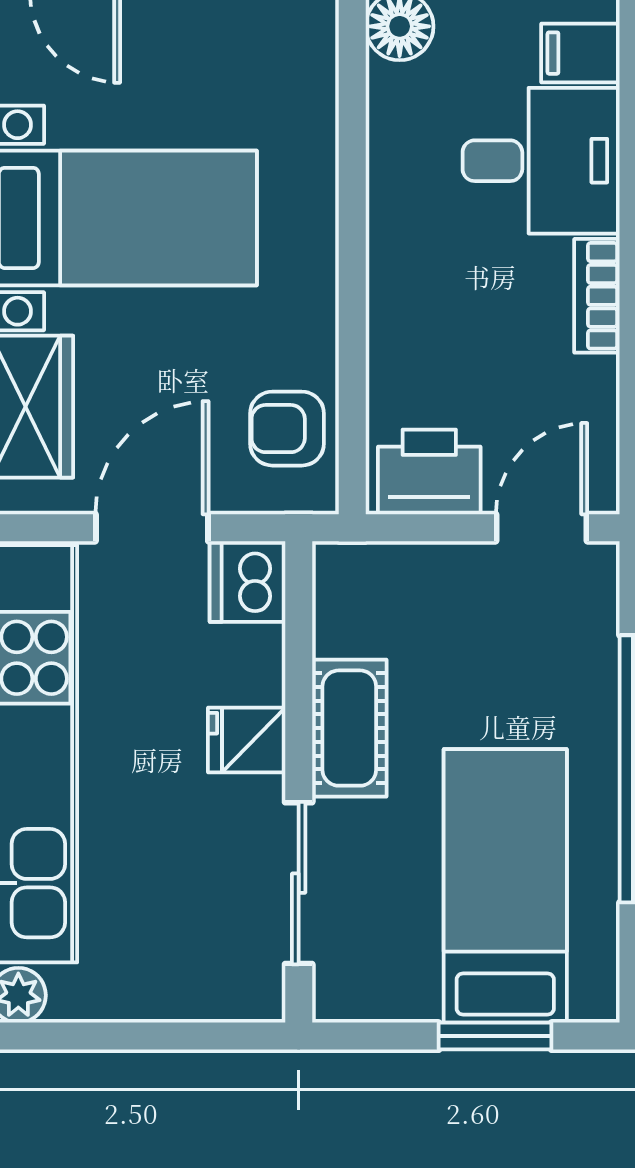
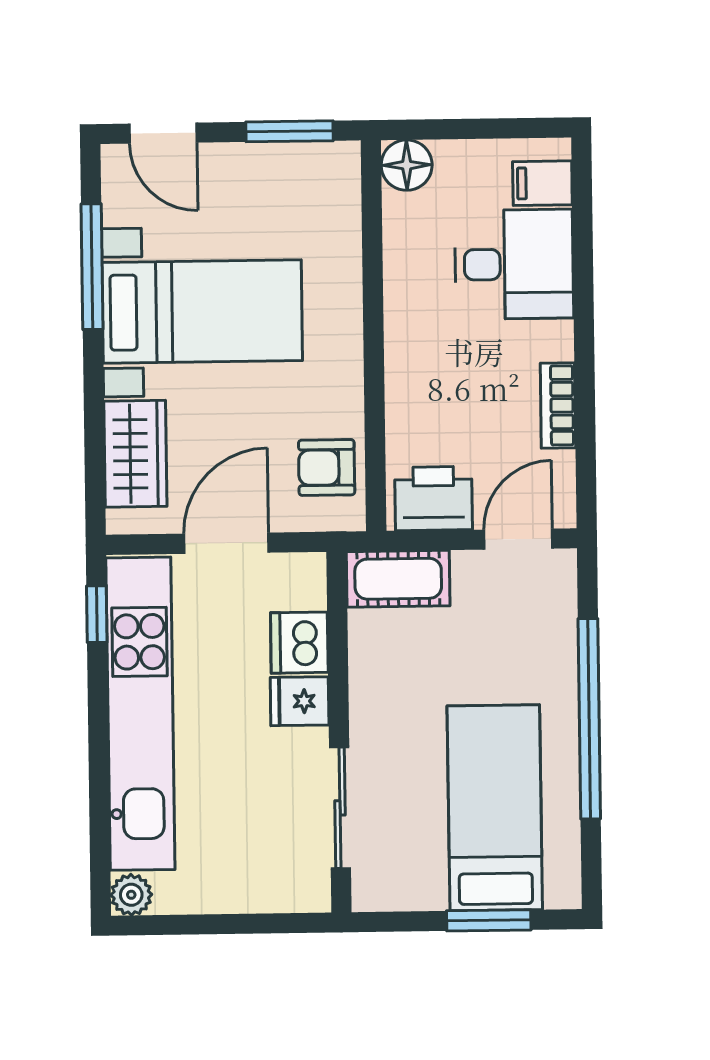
bookcase: (597, 296) -> (558, 405), moved
dishwasher: (247, 581) -> (299, 643), moved
cot: (349, 728) -> (398, 579), moved, turned 90

